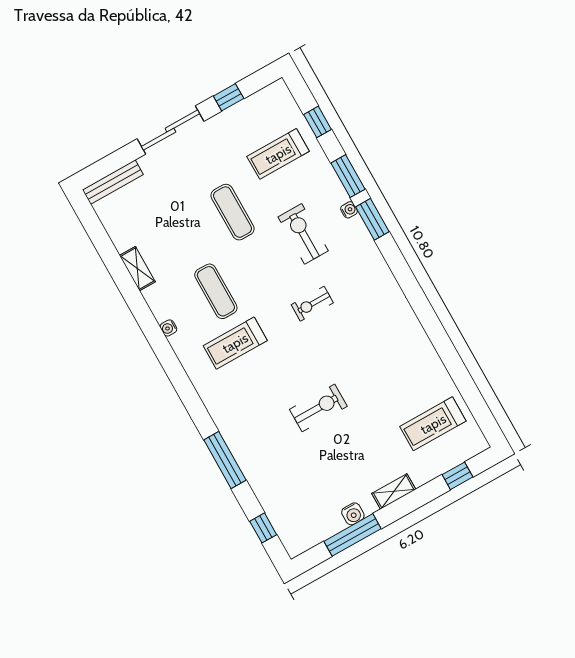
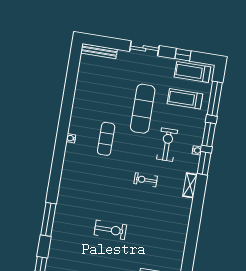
window: (317, 122) -> (215, 99), width x2.17
sliding door: (170, 130) -> (144, 48), width x0.73
exercise mat: (233, 212) -> (143, 109), width x1.36, depth x1.45
shelving: (137, 269) -> (190, 185), moved
treadmill: (235, 343) -> (192, 72), moved

